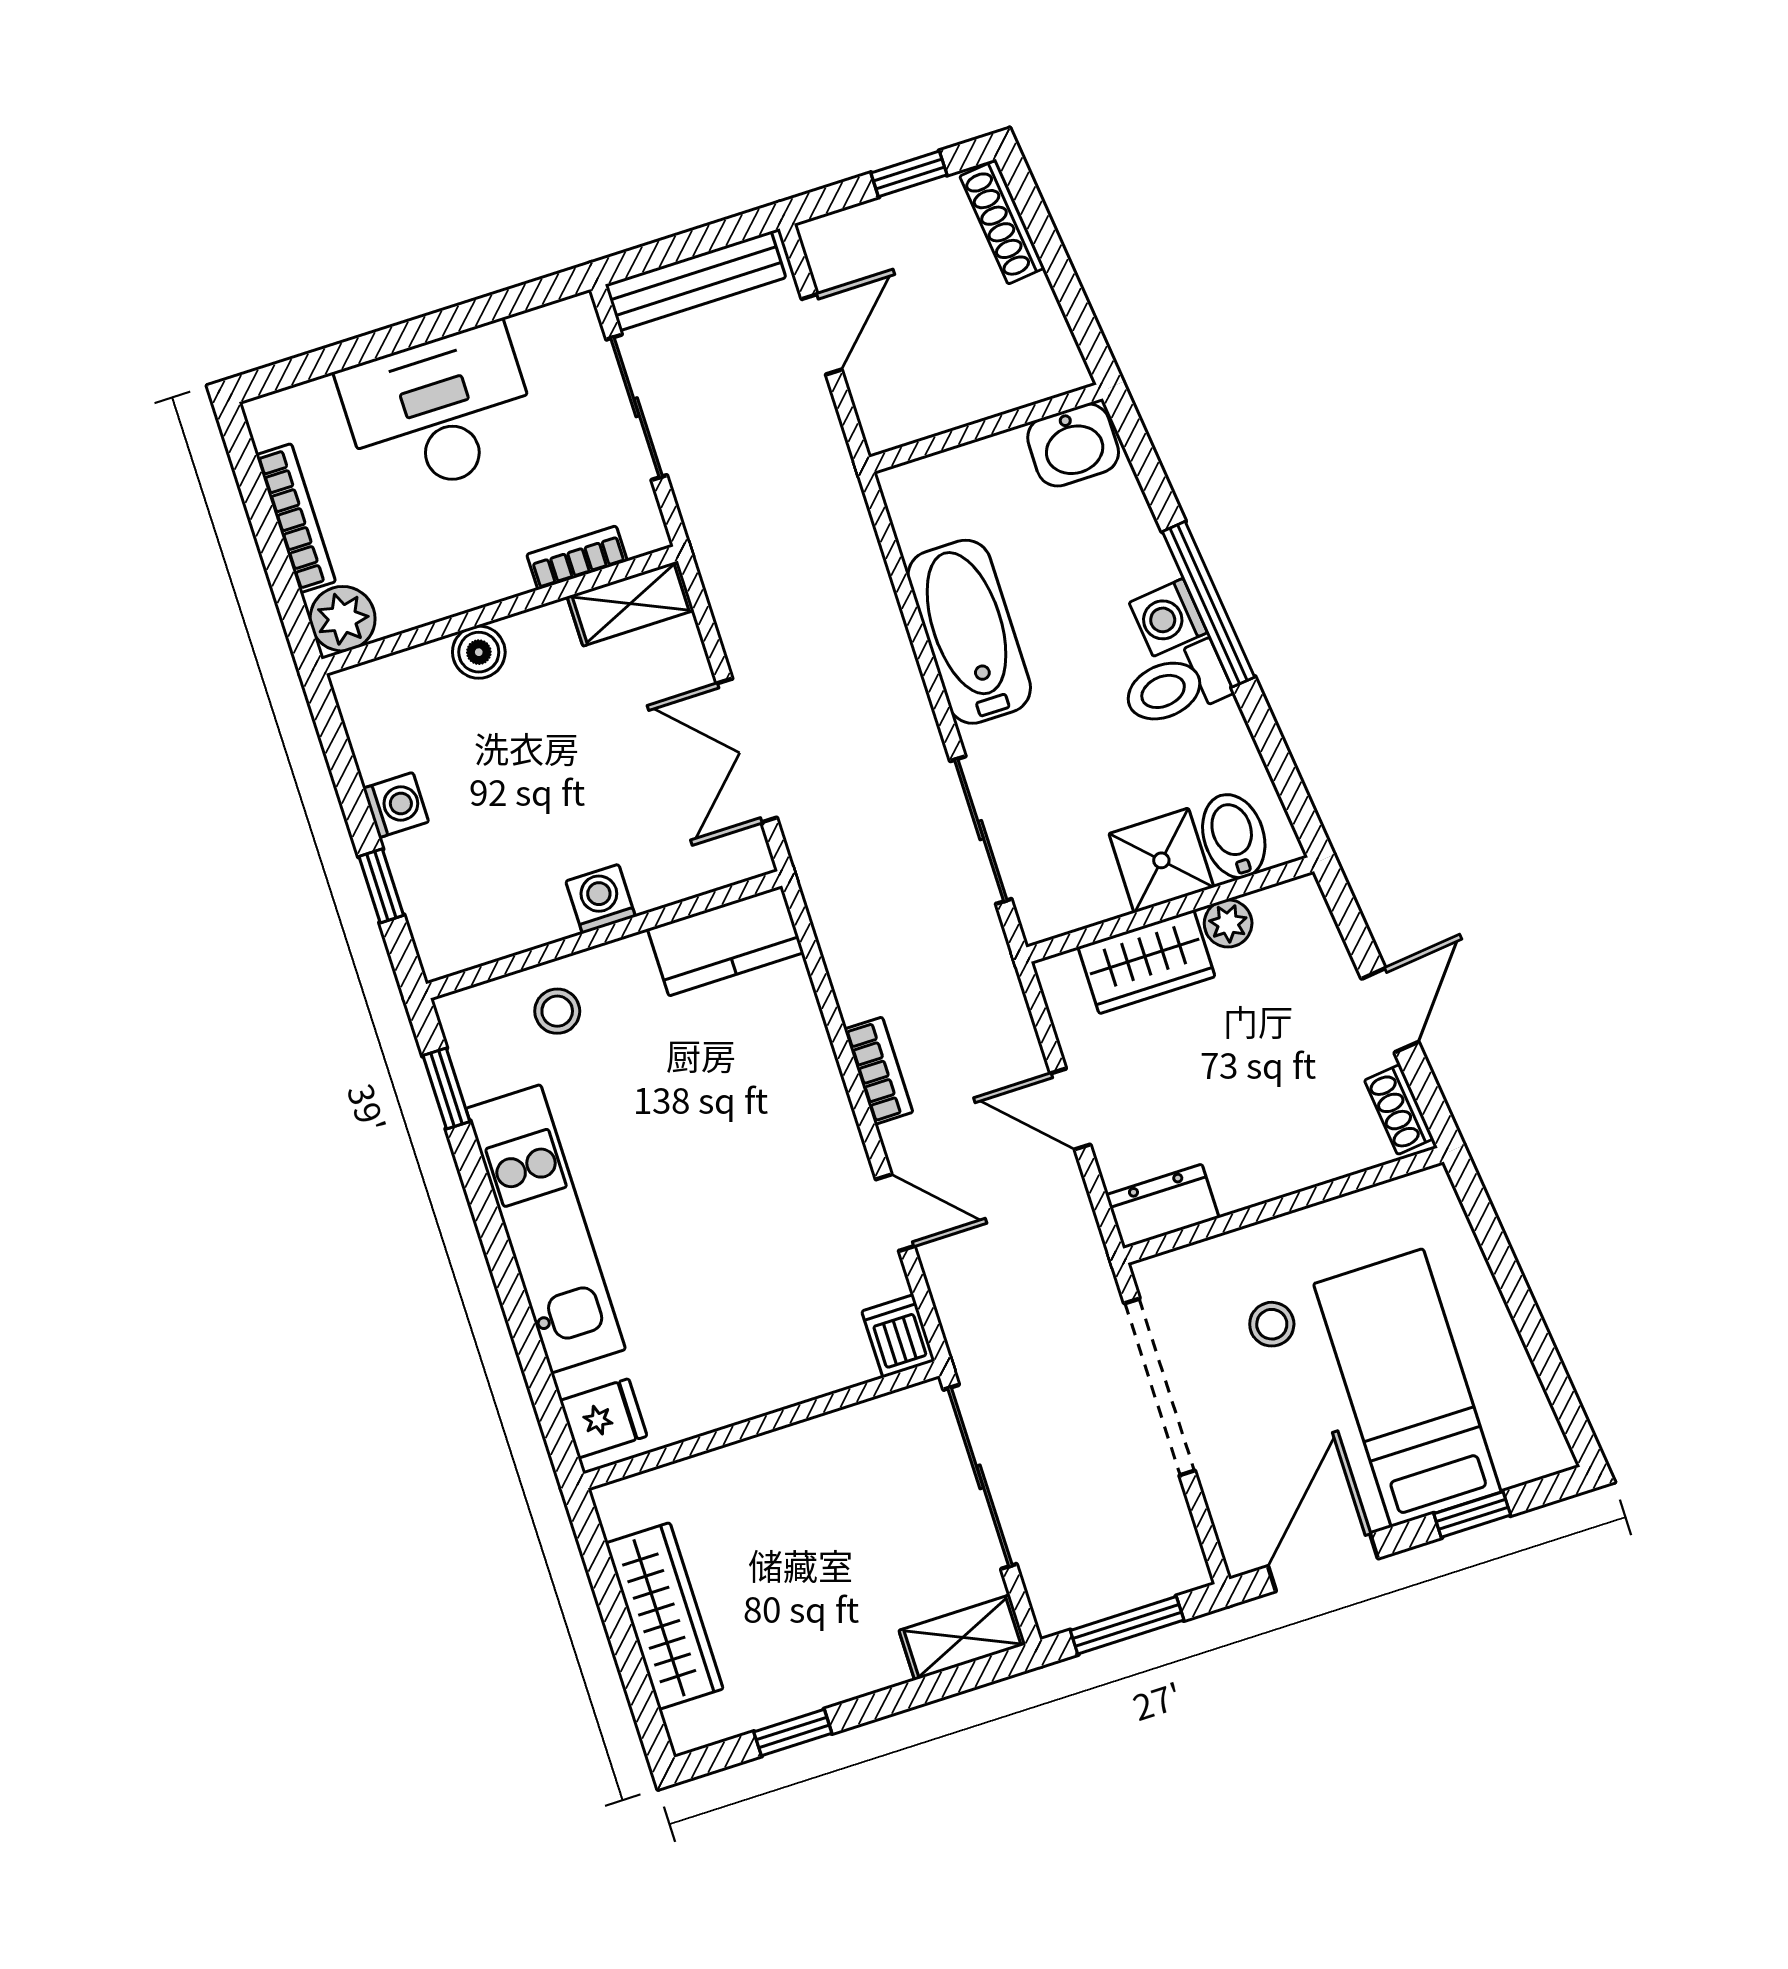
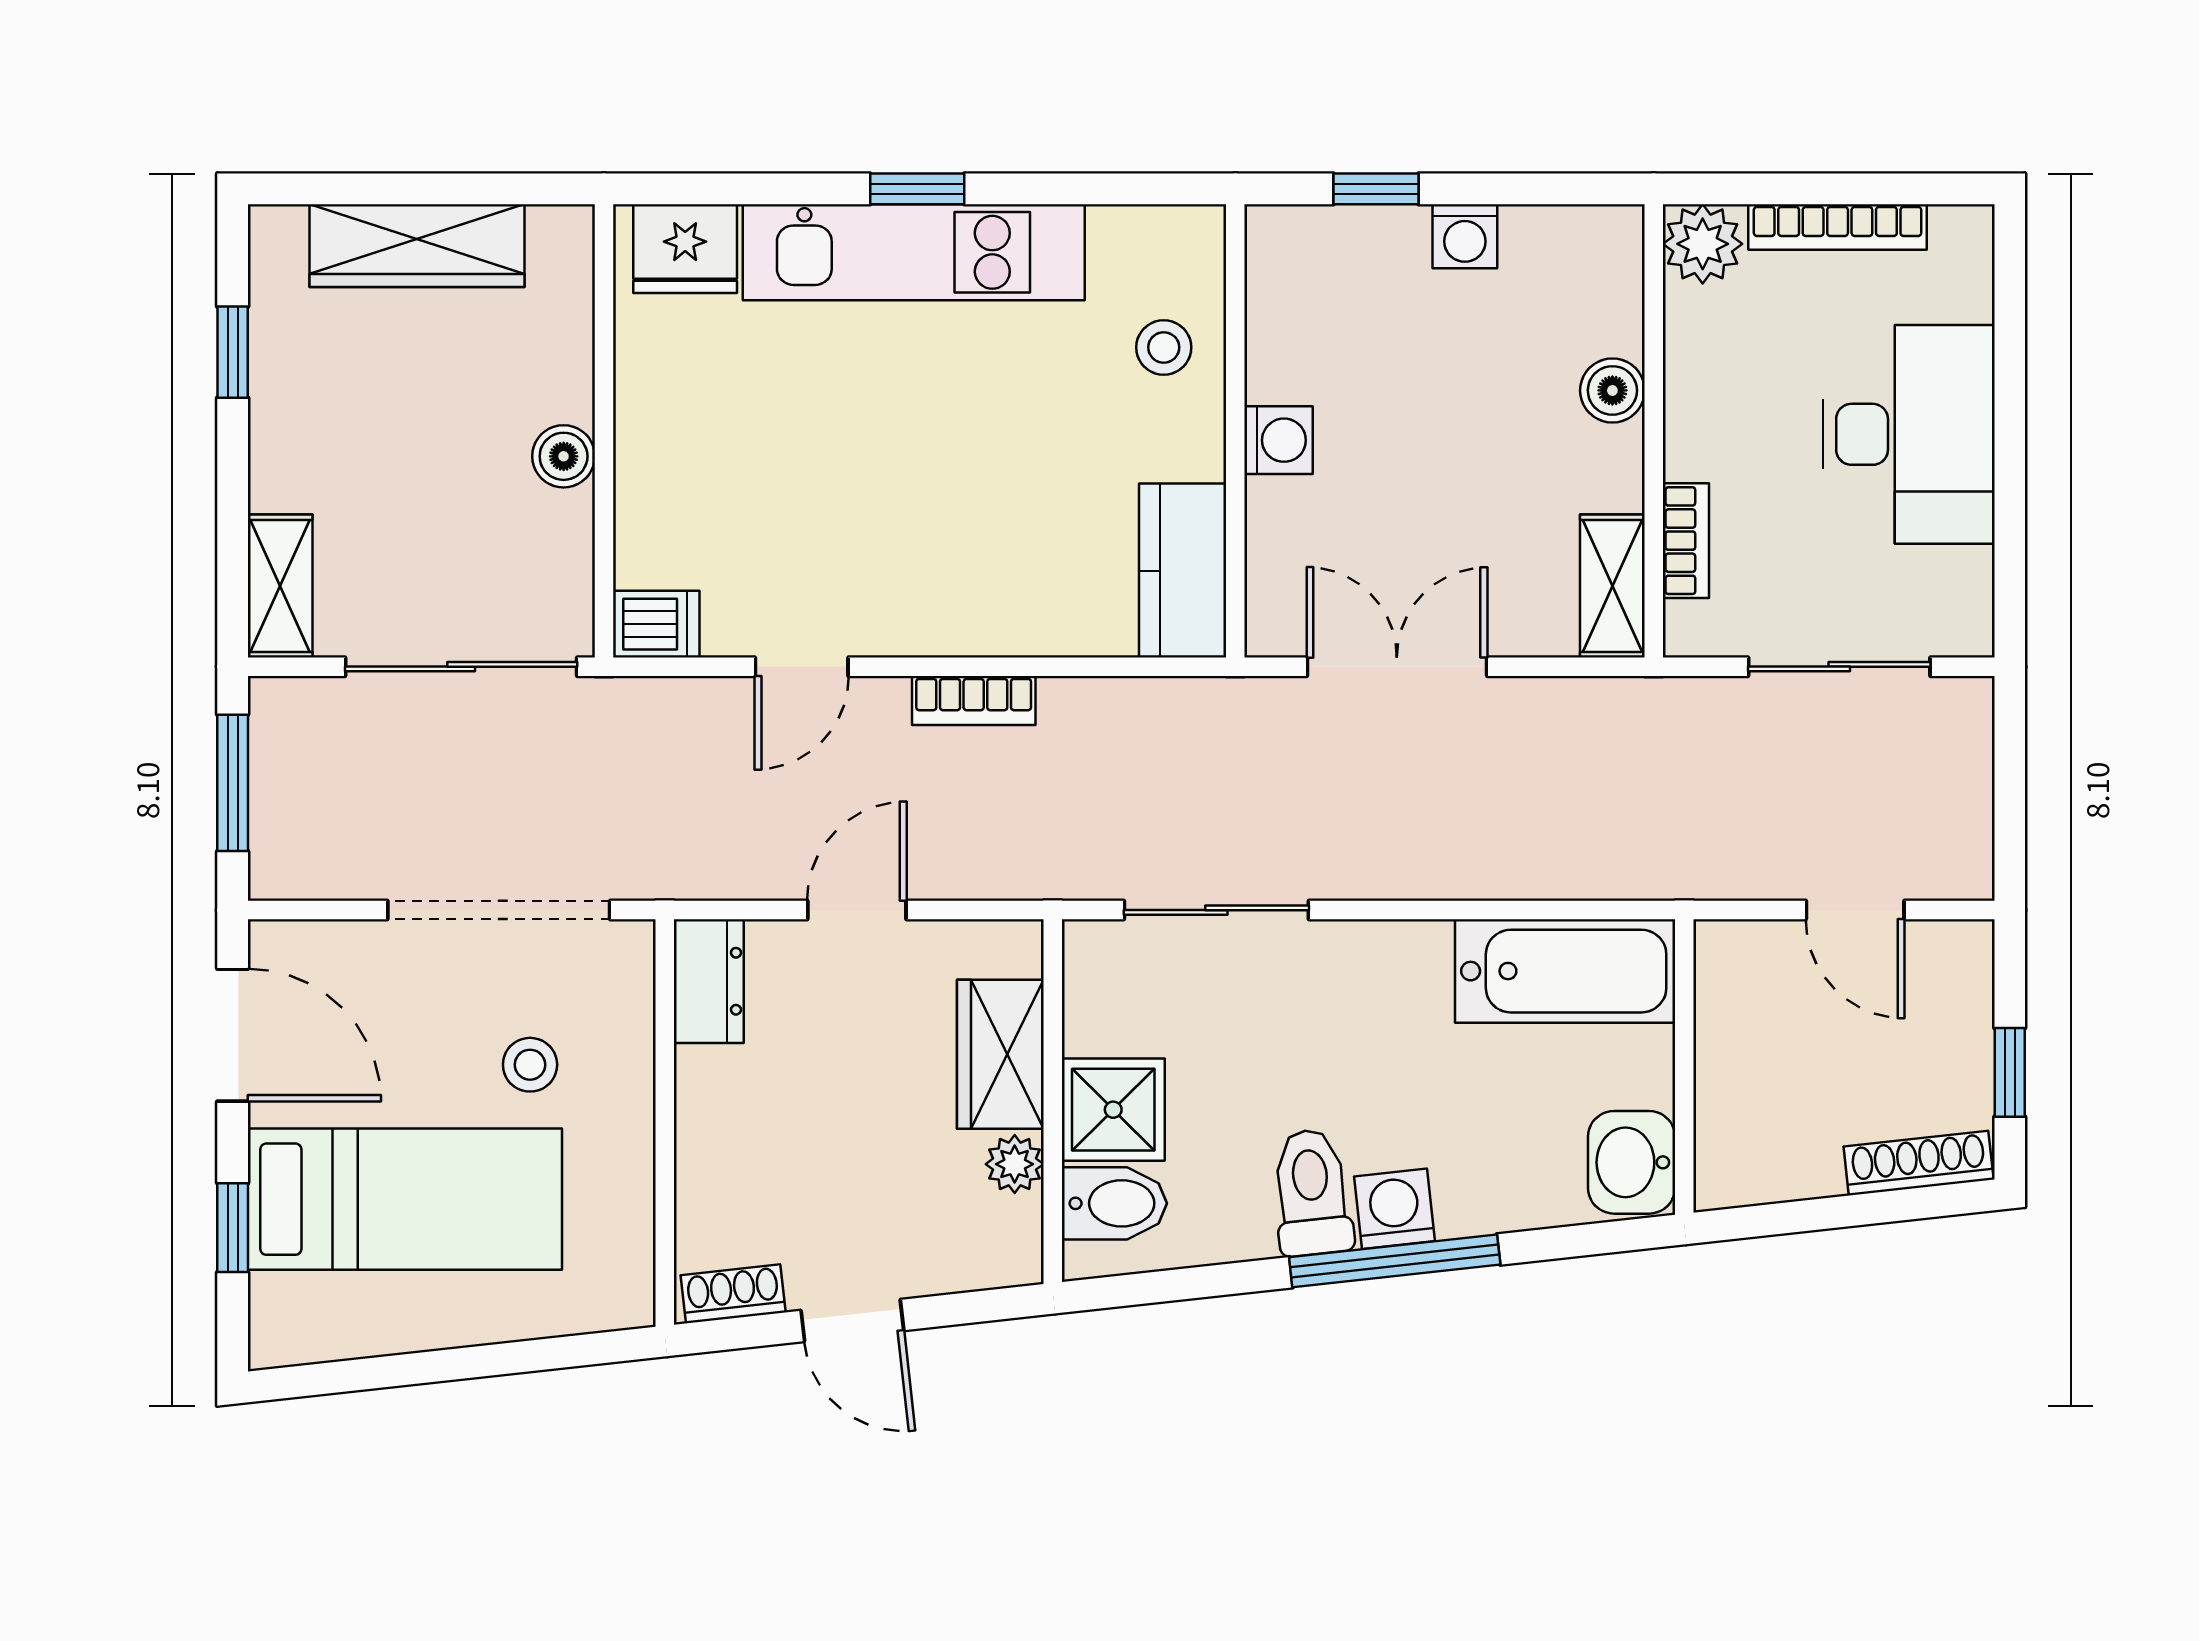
bench: (695, 281) -> (1965, 783), removed
bathtub: (969, 632) -> (1565, 971), moved
window: (446, 1089) -> (917, 189), moved
fridge: (603, 1418) -> (685, 249), width x1.38
boiler: (791, 1450) -> (564, 456), added

